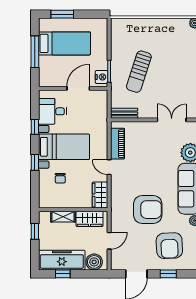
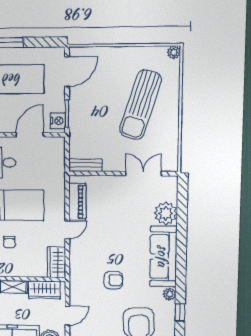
door: (109, 38) -> (67, 72), added
sun lounger: (139, 72) -> (141, 105), moved, width x1.36, depth x1.34
door: (109, 167) -> (67, 230), swing flipped
armchair: (148, 210) -> (113, 280), width x0.53, depth x0.53

